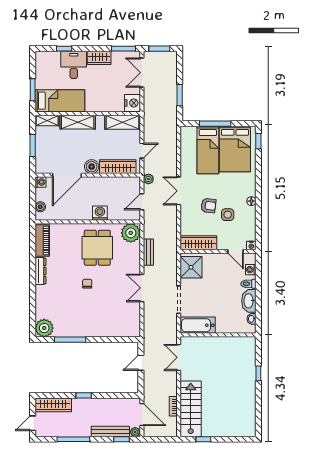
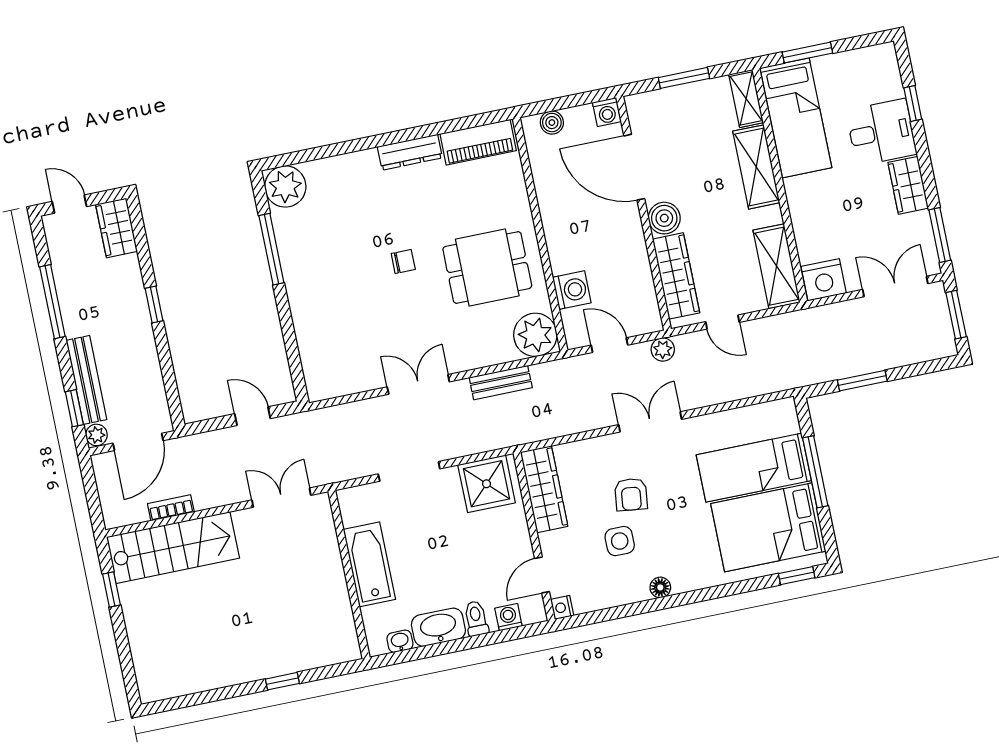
washing machine: (100, 213) -> (572, 290), moved
bathtub: (198, 325) -> (369, 564), moved
wardrobe: (53, 405) -> (116, 228), width x0.67

